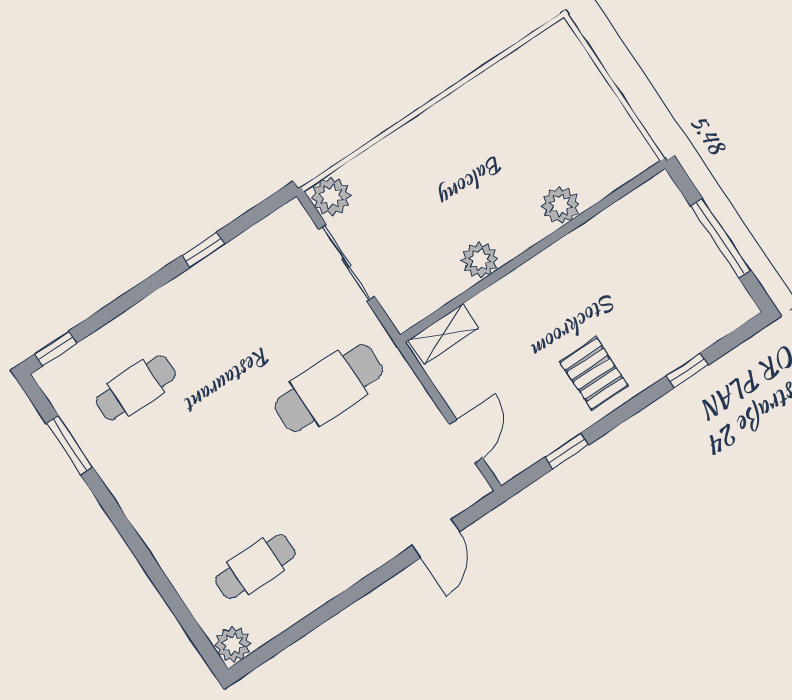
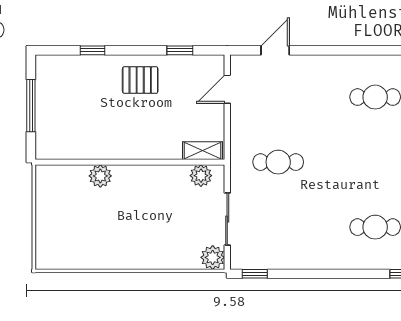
window: (203, 250) -> (255, 274), moved
plant: (480, 260) -> (201, 176), moved
pallet: (594, 374) -> (140, 80), turned 90
cafe table: (329, 388) -> (278, 162), width x0.73, depth x0.74

